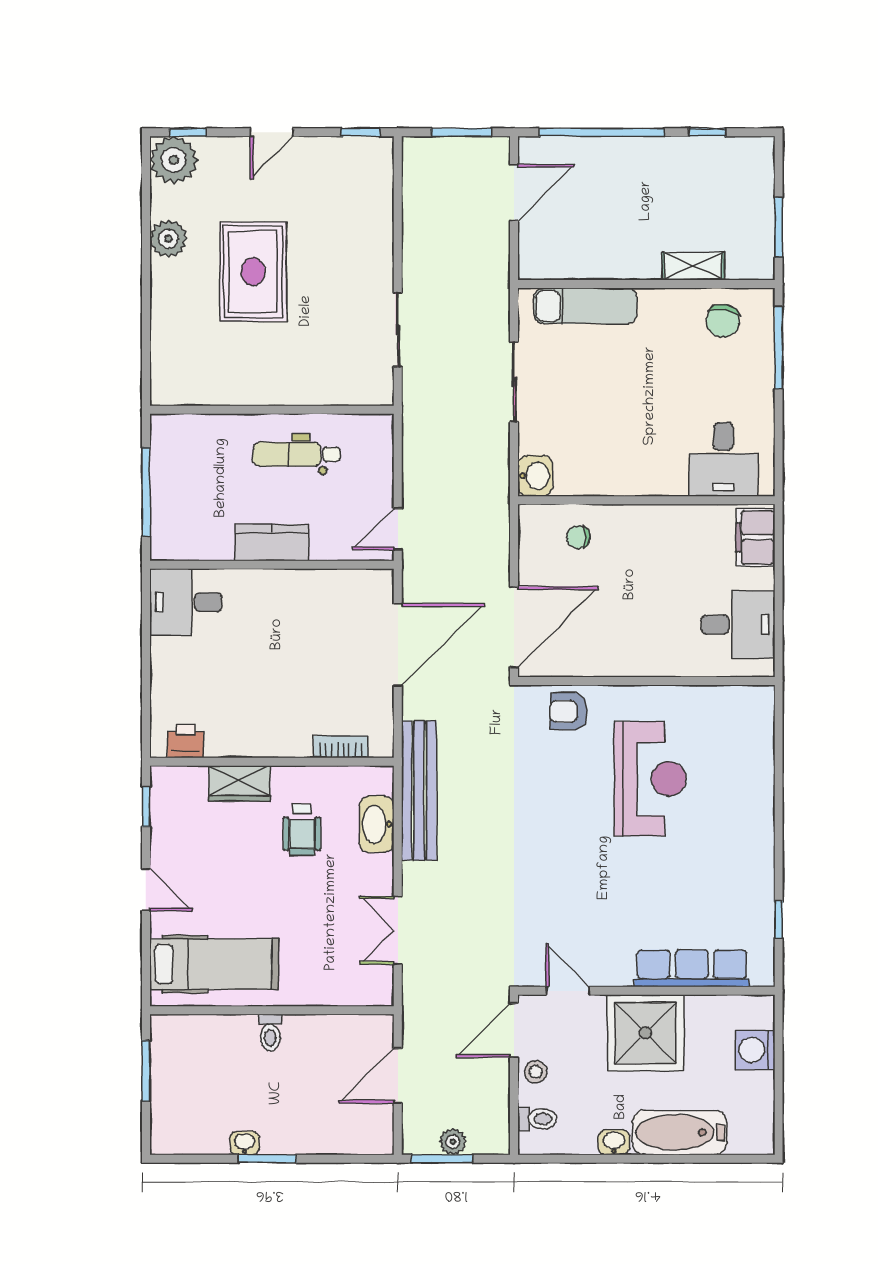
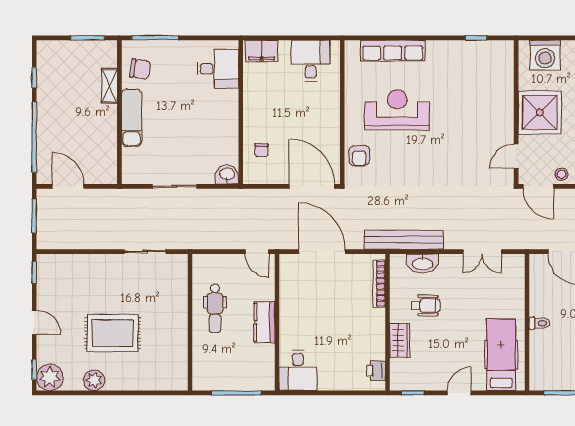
exam couch: (585, 306) -> (132, 118), moved
bookcase: (341, 747) -> (379, 284), width x1.56
row of seats: (692, 968) -> (393, 50), moved, turned -90
washing machine: (755, 1050) -> (545, 55), width x1.37, depth x1.37

